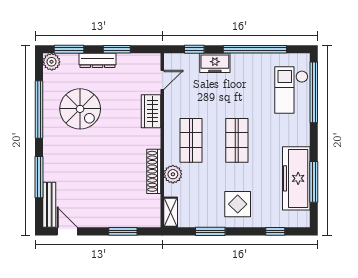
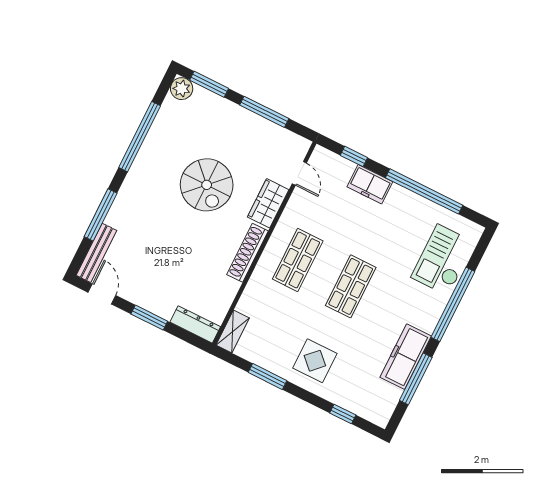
window: (117, 49) -> (264, 112), width x1.44
dresser: (97, 60) -> (195, 324), moved, turned 180
door: (162, 80) -> (299, 173), hinge flipped
window: (314, 92) -> (453, 304), moved
spiral stairs: (80, 109) -> (207, 185), moved
shoe rack: (154, 171) -> (248, 253), moved
plant: (173, 174) -> (257, 289), removed
freezer: (296, 178) -> (406, 357), width x0.73, depth x0.79
window: (123, 231) -> (149, 318), moved

